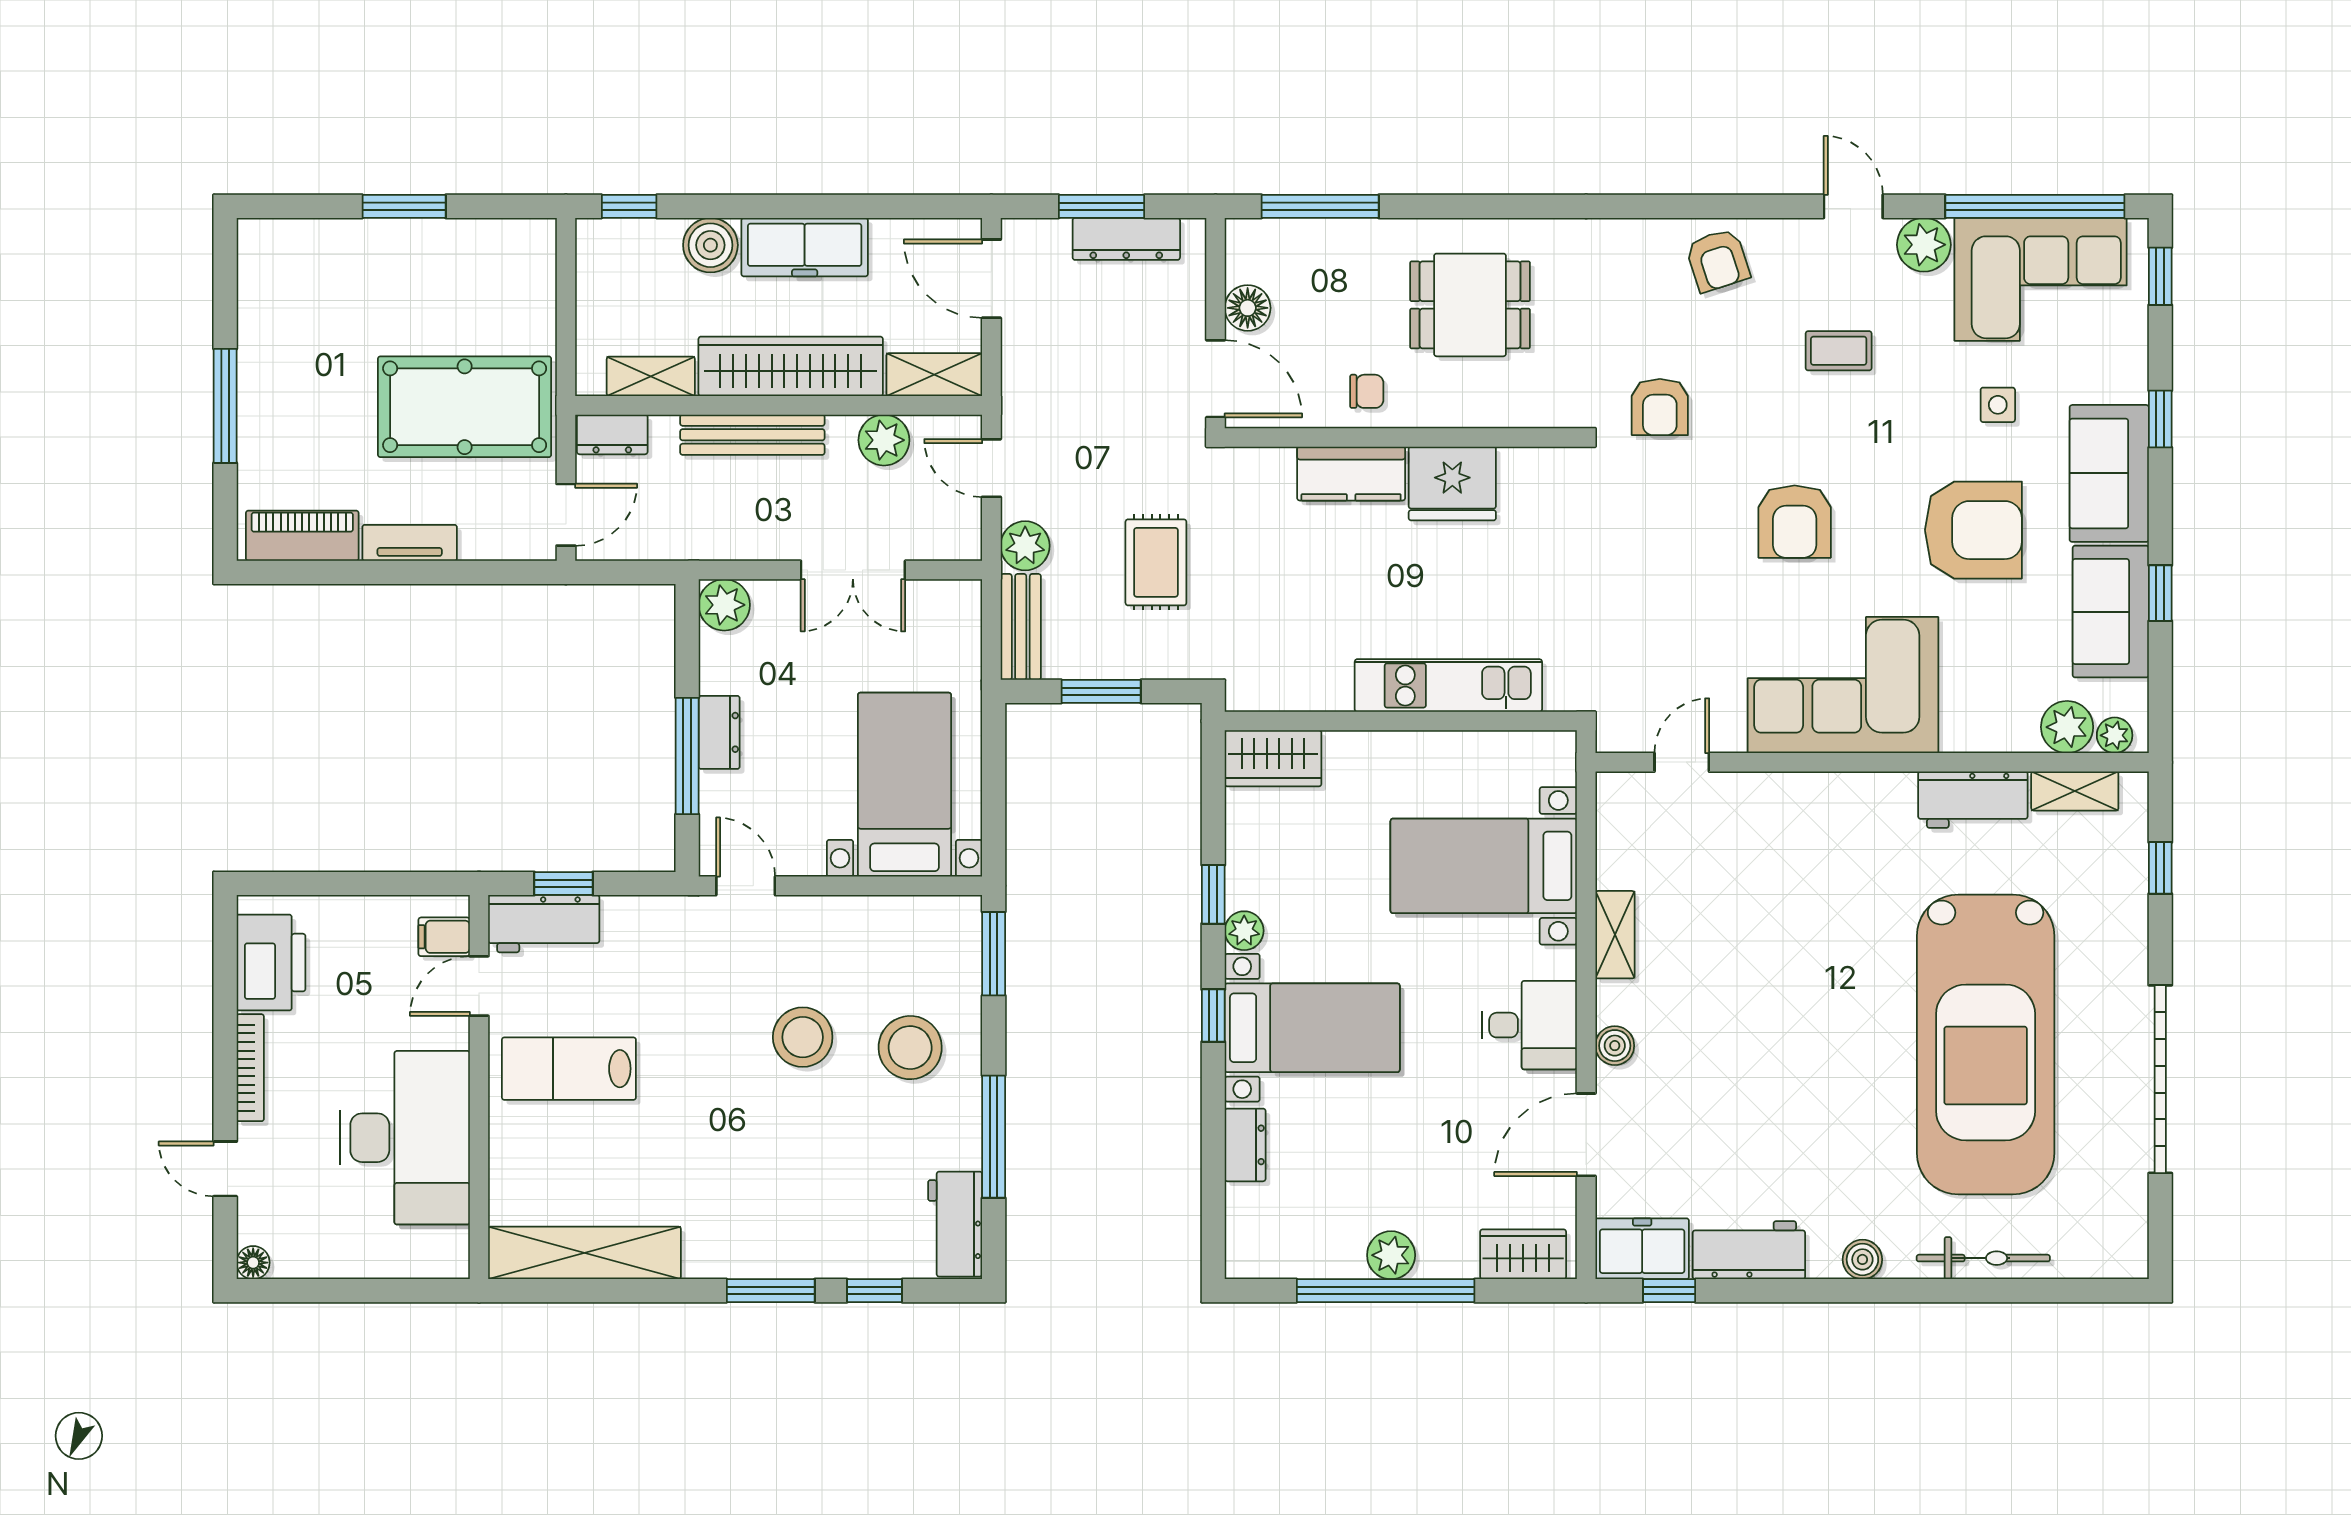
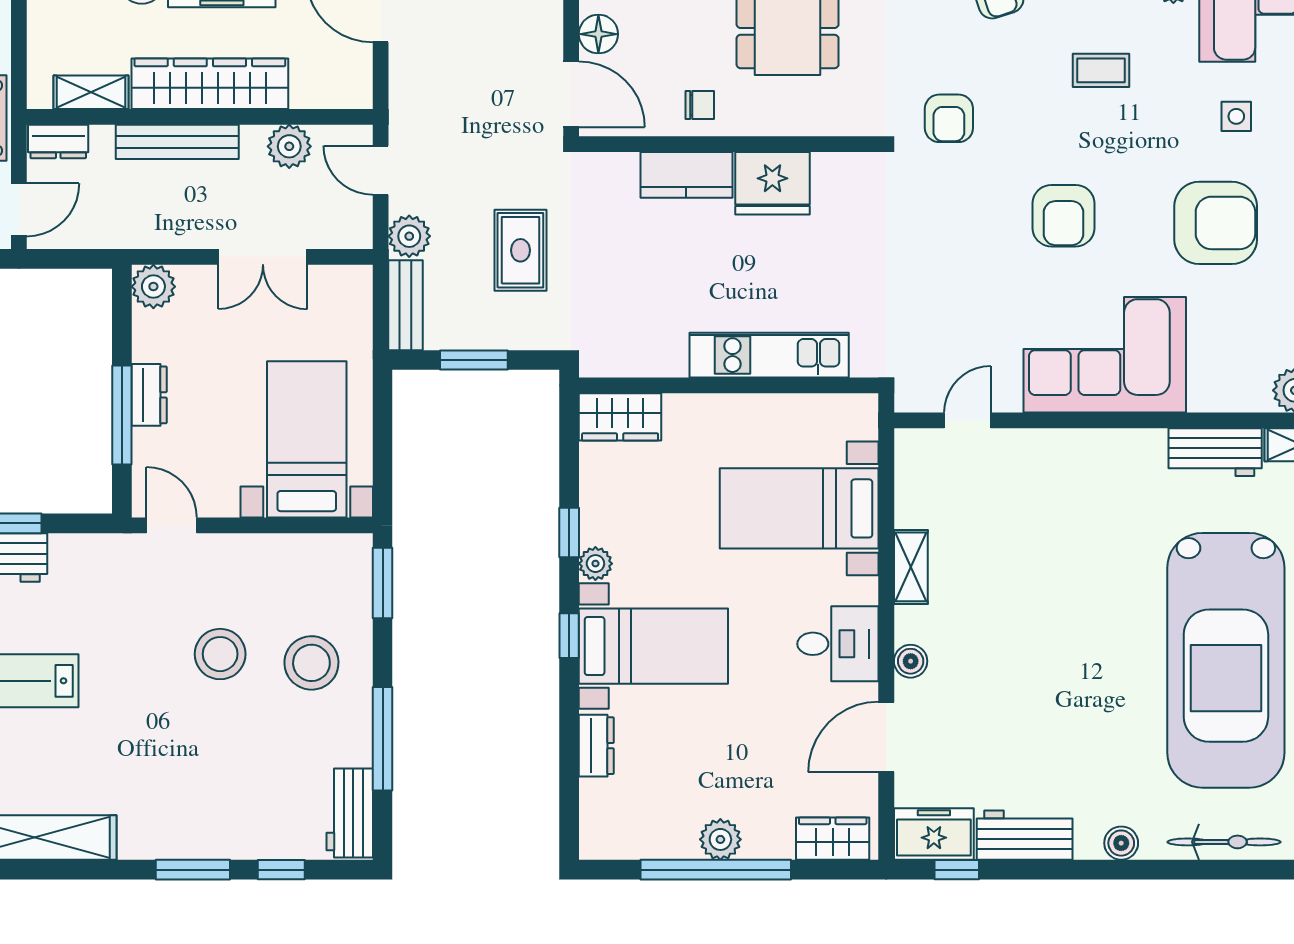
shelving: (934, 375) -> (332, 91), removed

